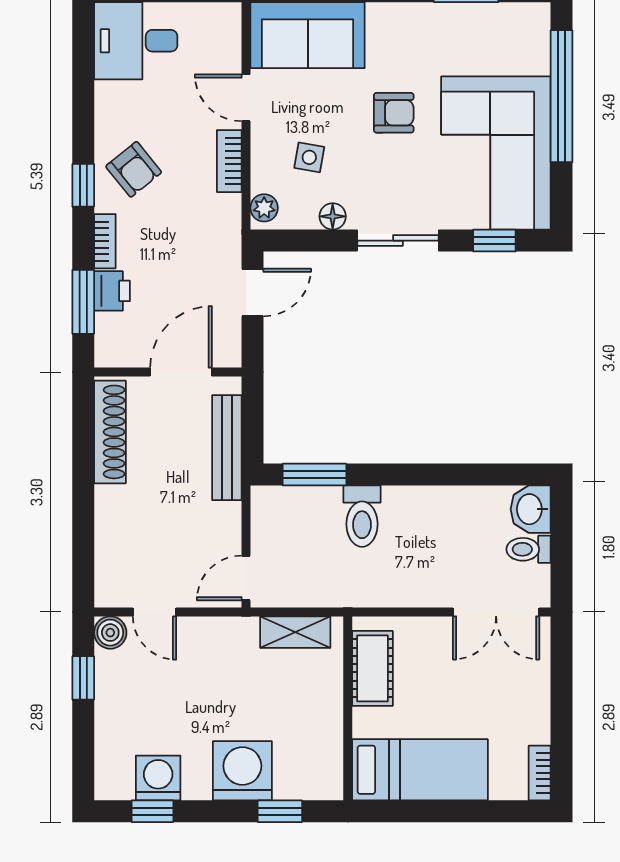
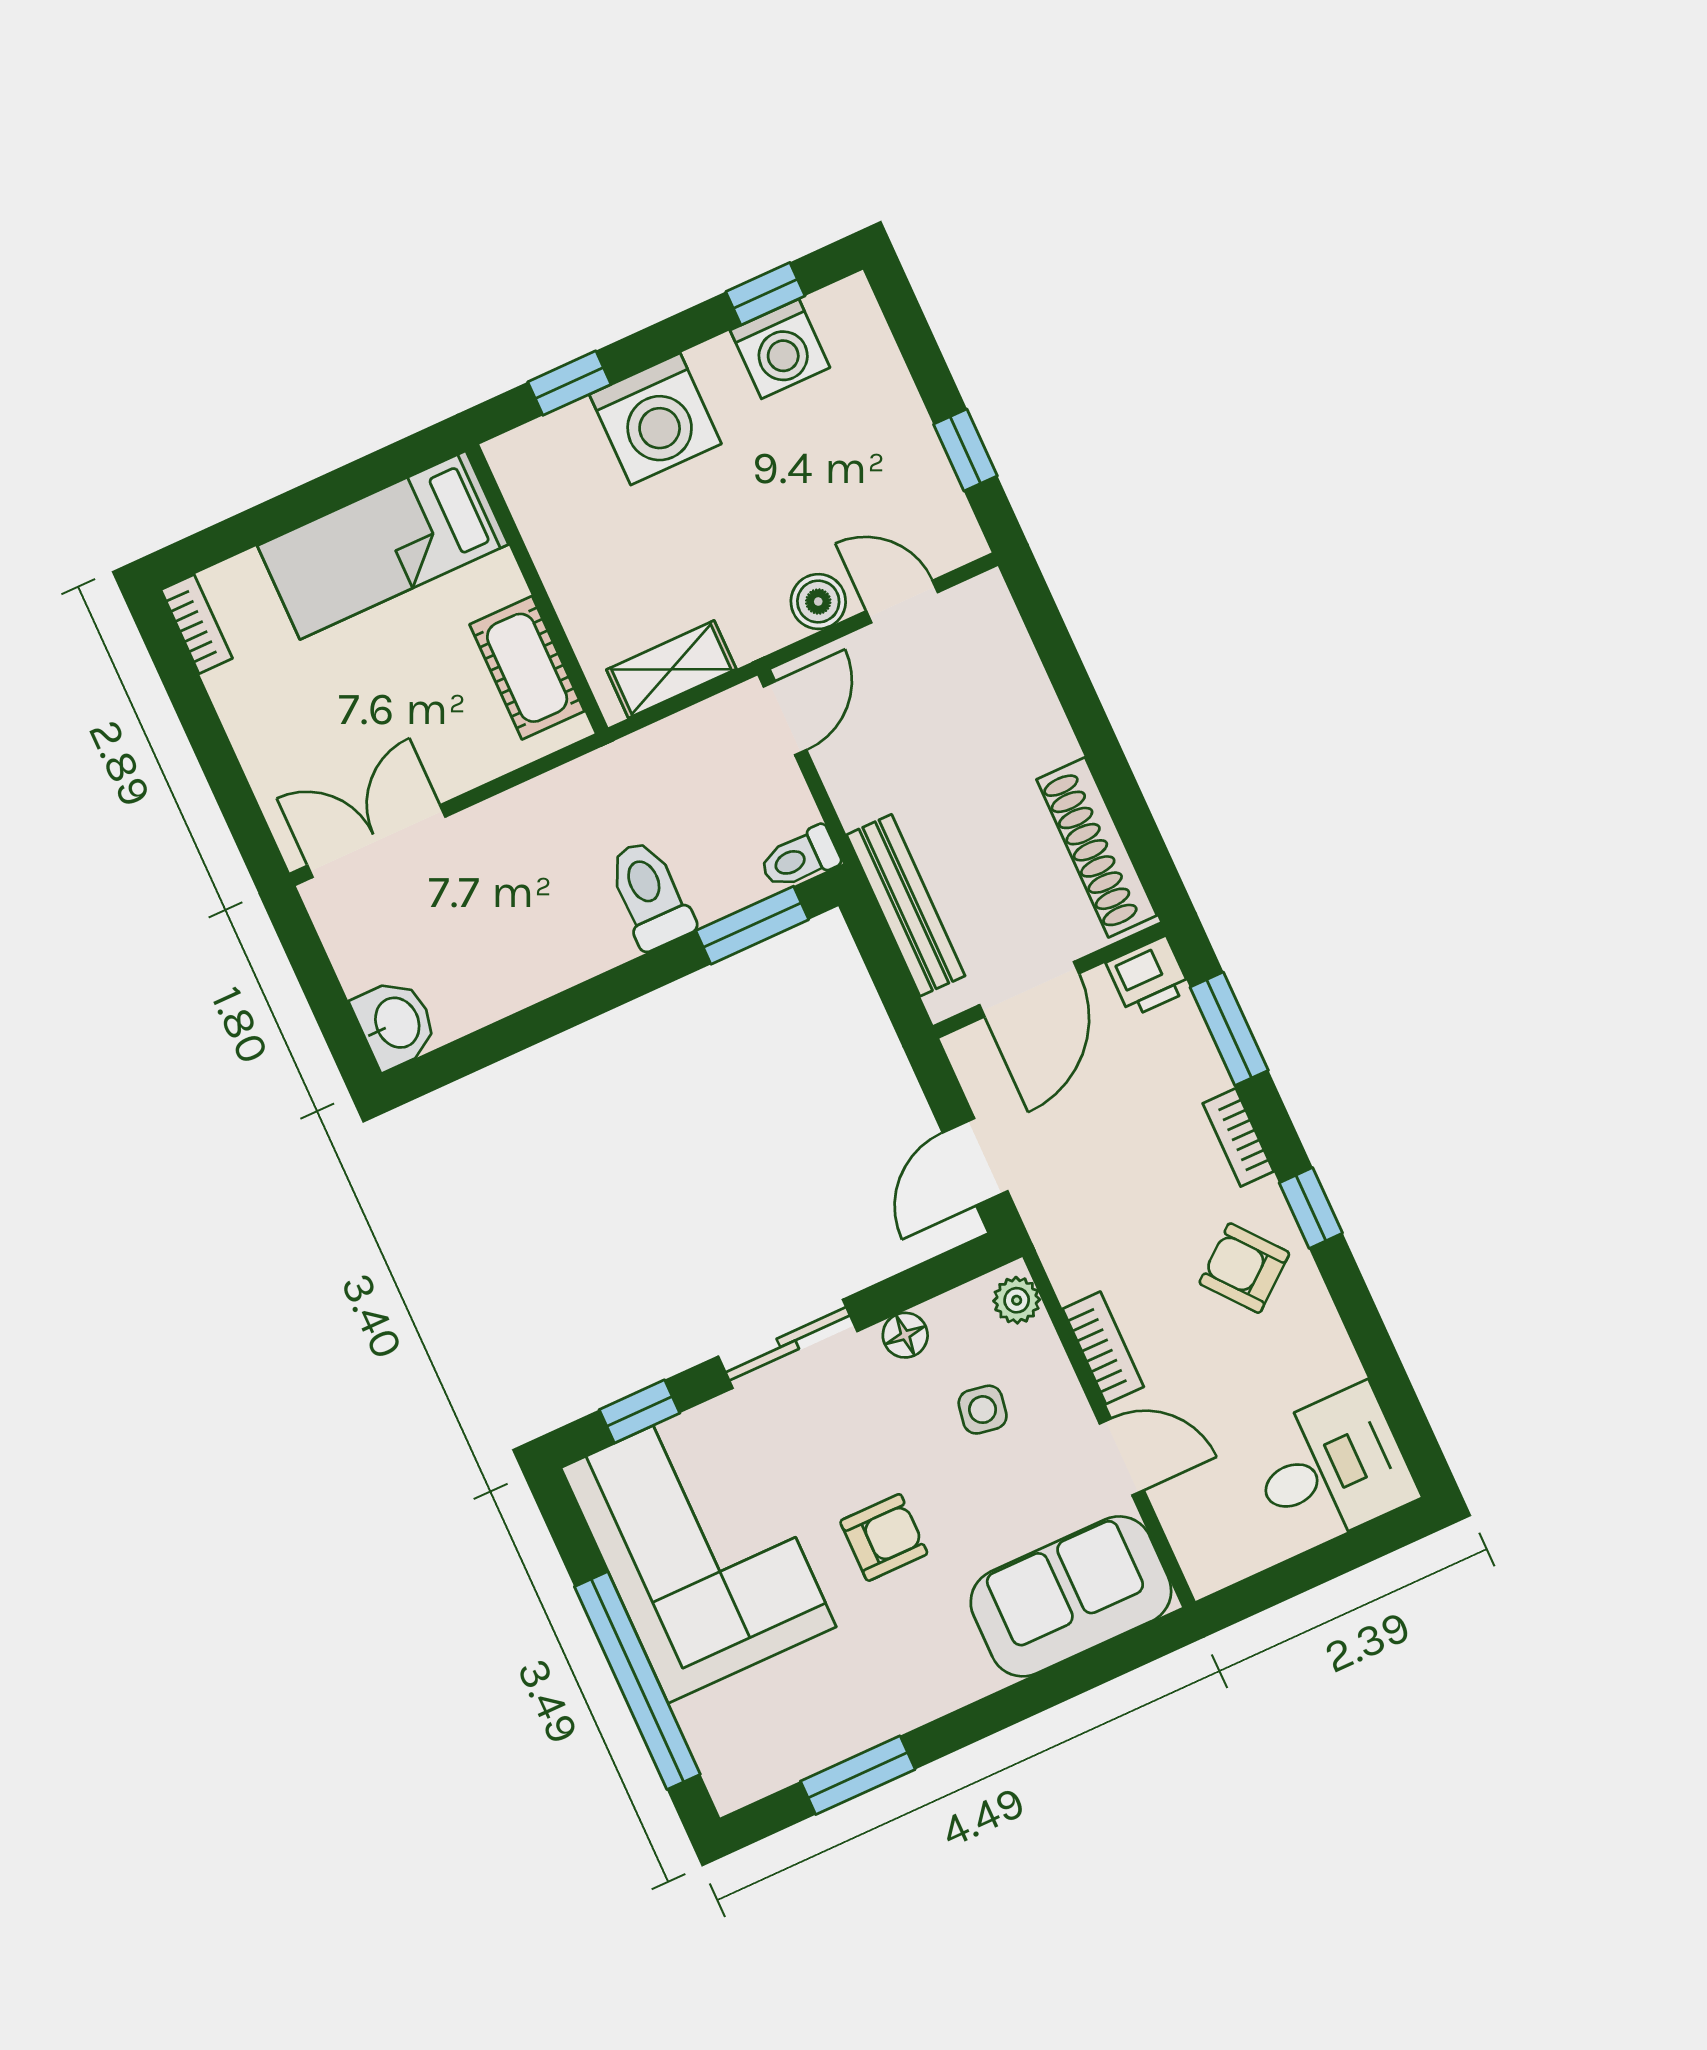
armchair: (394, 113) -> (884, 1537), turned 180
printer: (112, 291) -> (1148, 977), moved, turned -90
toilet: (528, 549) -> (800, 858), moved, turned 180
boiler: (110, 633) -> (818, 602), moved

